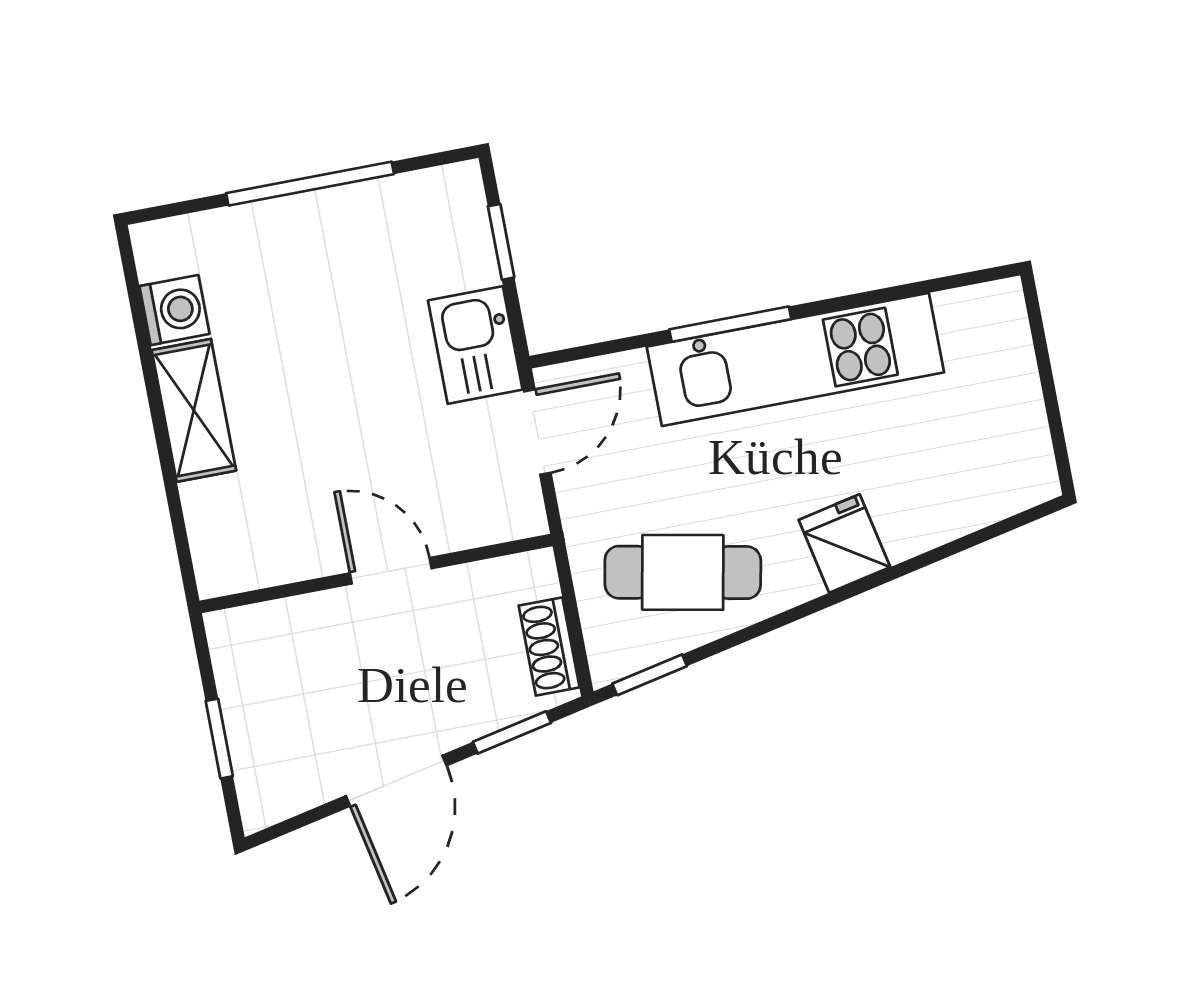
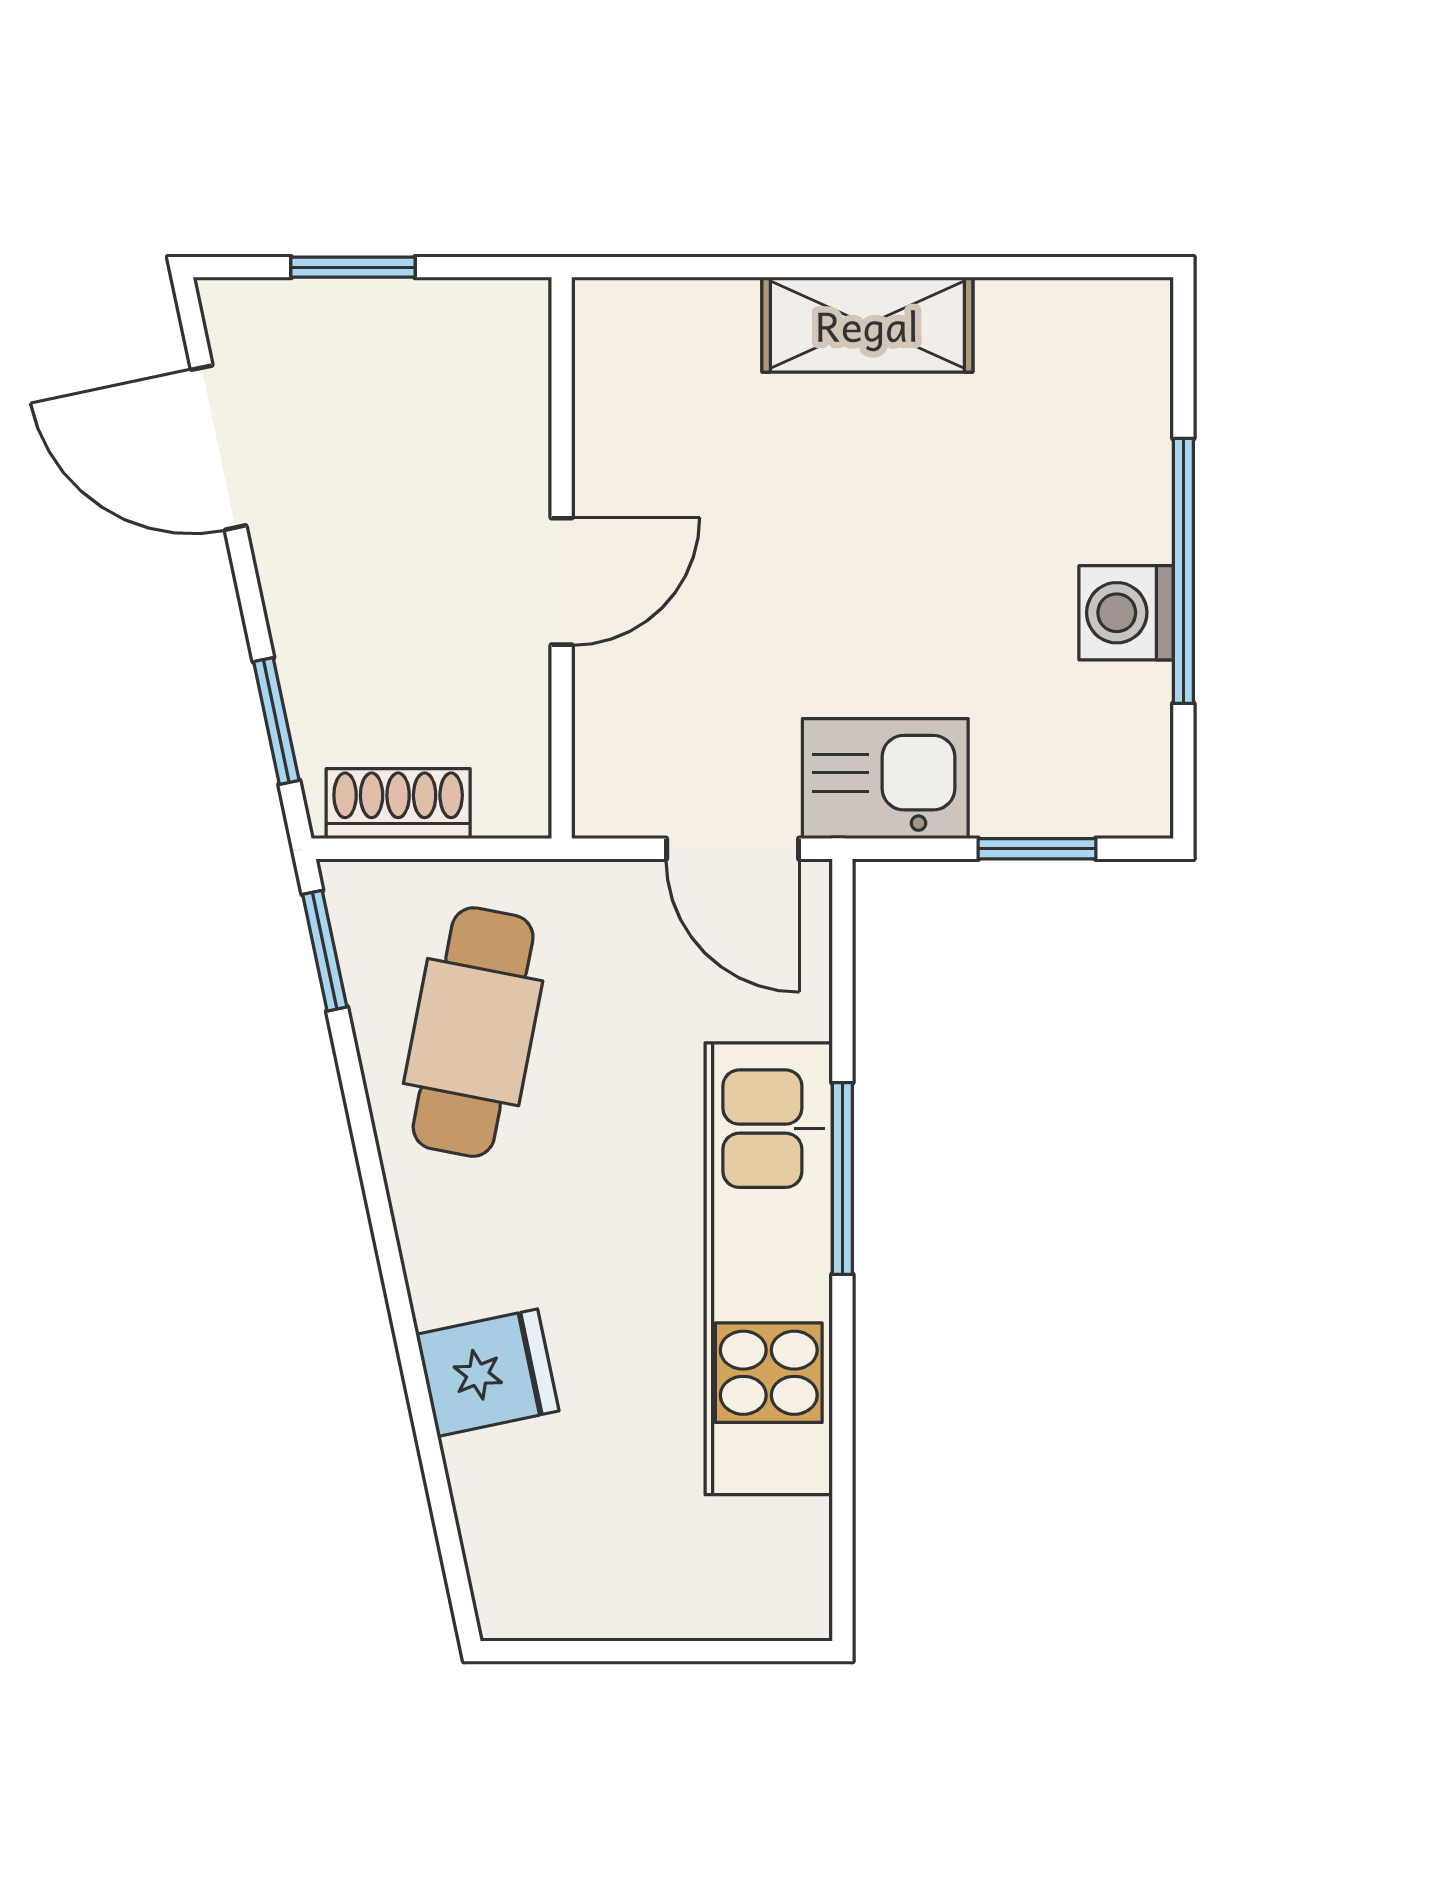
washing machine: (174, 310) -> (1126, 613), moved, turned 90
fridge: (844, 544) -> (487, 1373), moved
door: (396, 781) -> (219, 448), moved

